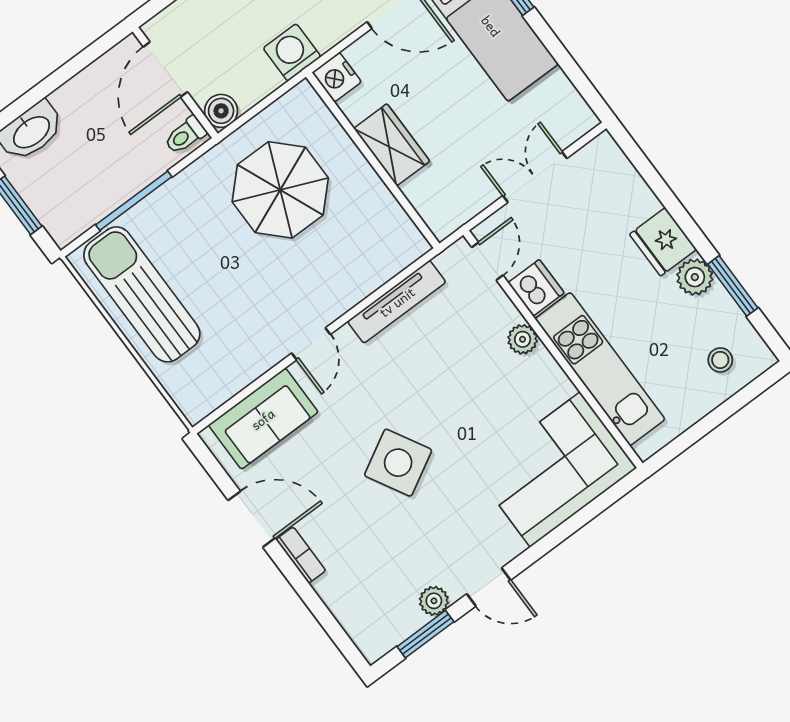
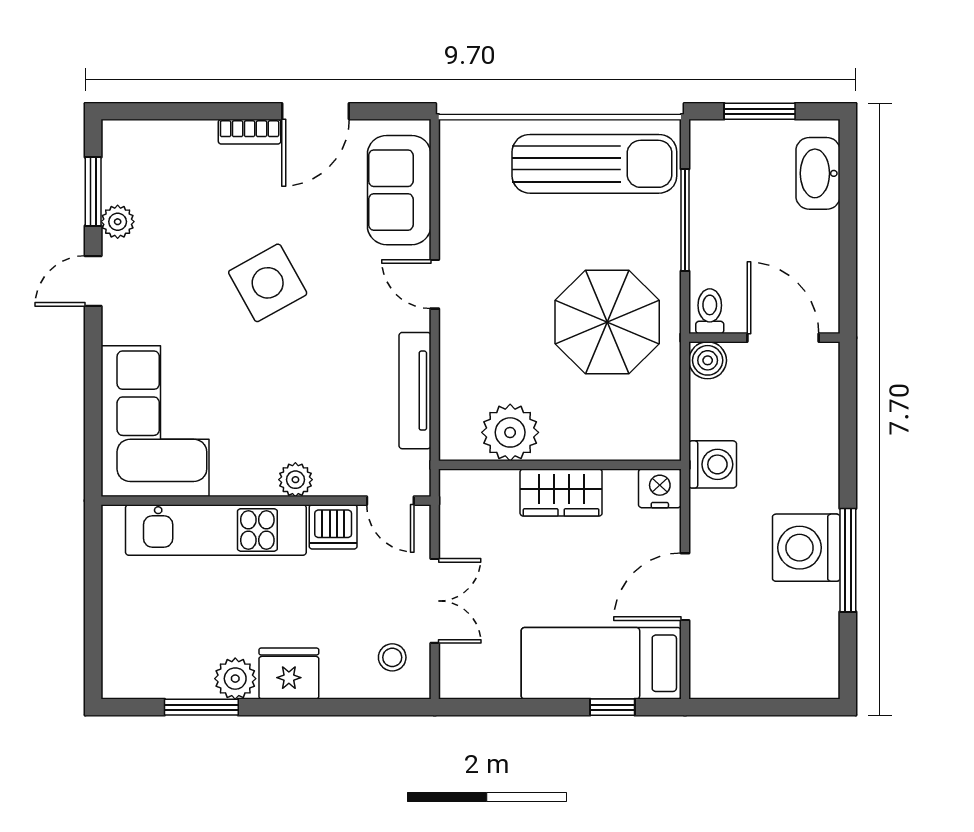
parasol: (280, 190) -> (607, 322), moved
plant: (376, 212) -> (510, 432), added
stool: (720, 360) -> (392, 657), moved

